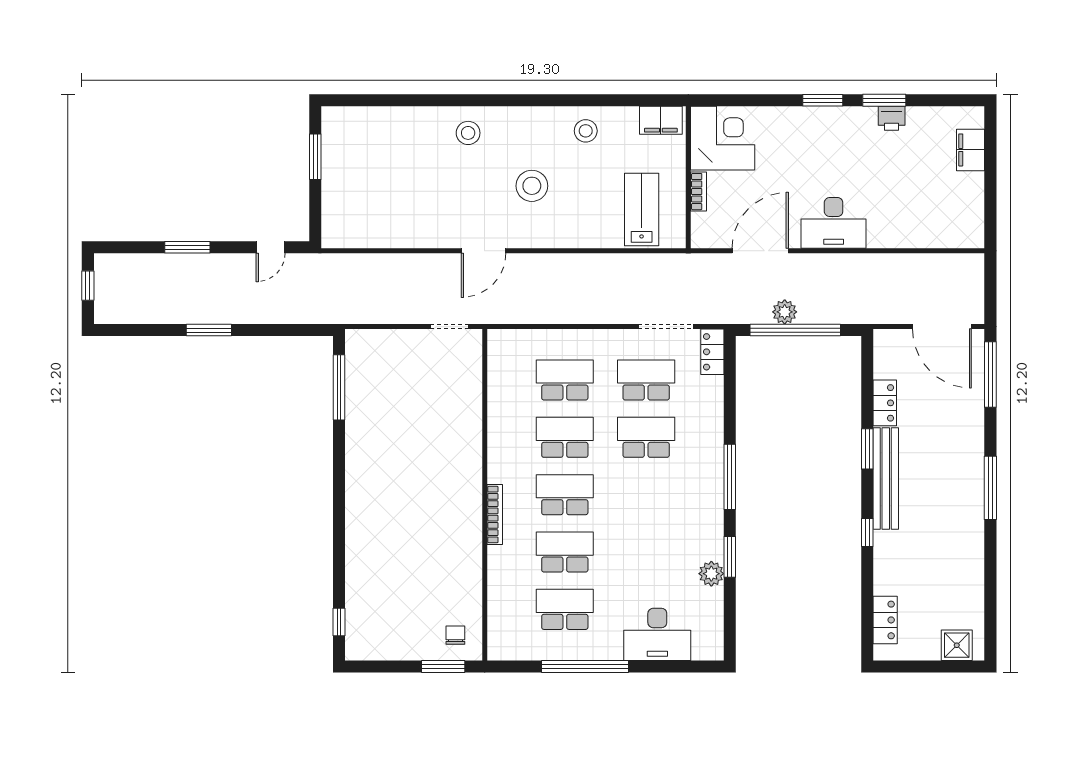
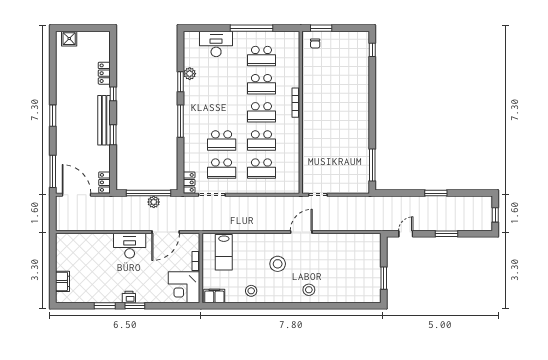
printer: (892, 118) -> (129, 297), moved
locker: (885, 403) -> (105, 182), moved
window: (990, 488) -> (53, 116), width x0.69
locker: (885, 620) -> (104, 73), moved

